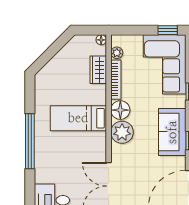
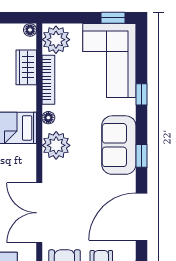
plant: (117, 53) -> (56, 40), width x1.87, depth x1.87
floor lamp: (120, 110) -> (48, 118), width x0.53, depth x0.53

